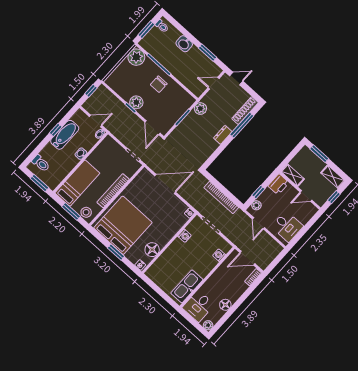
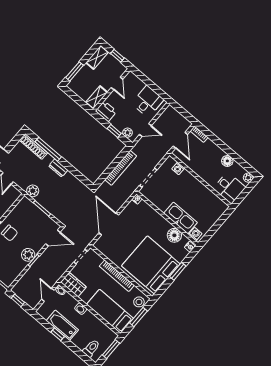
wardrobe: (105, 147) -> (74, 285), added
washing machine: (184, 236) -> (195, 234), moved
kitchen sink: (187, 286) -> (181, 218), moved, turned 180

